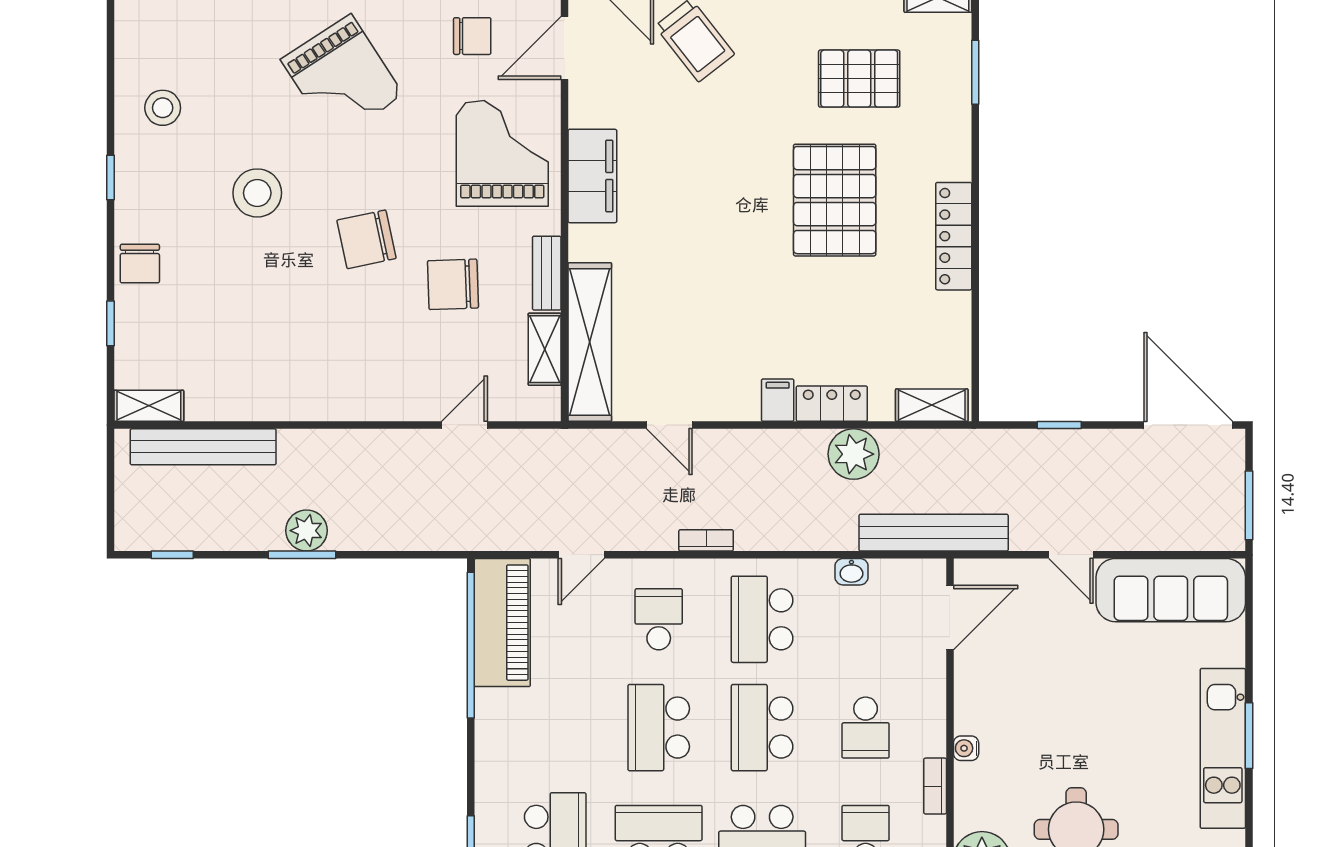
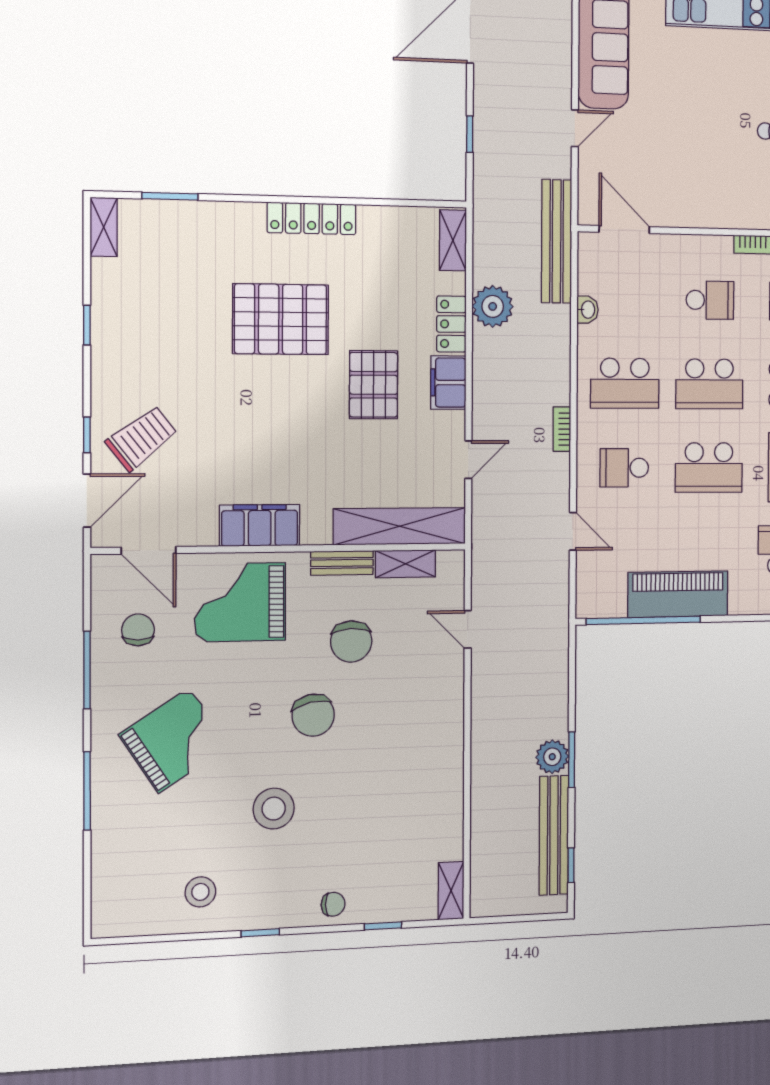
pallet: (859, 79) -> (374, 385), moved
chair: (140, 264) -> (333, 904), width x0.73, depth x0.73
filing cabinet: (778, 400) -> (448, 383), width x2.00
bench: (203, 447) -> (554, 835), moved
piano: (502, 623) -> (678, 594), moved
water cooler: (966, 748) -> (727, 219), removed

